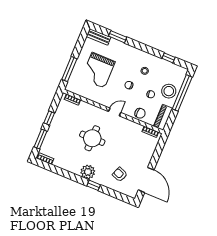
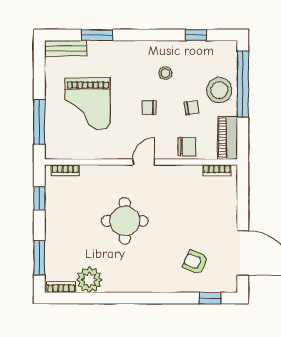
window: (49, 118) -> (39, 198), moved
plant: (88, 172) -> (89, 280), moved
window: (94, 185) -> (210, 298), moved

